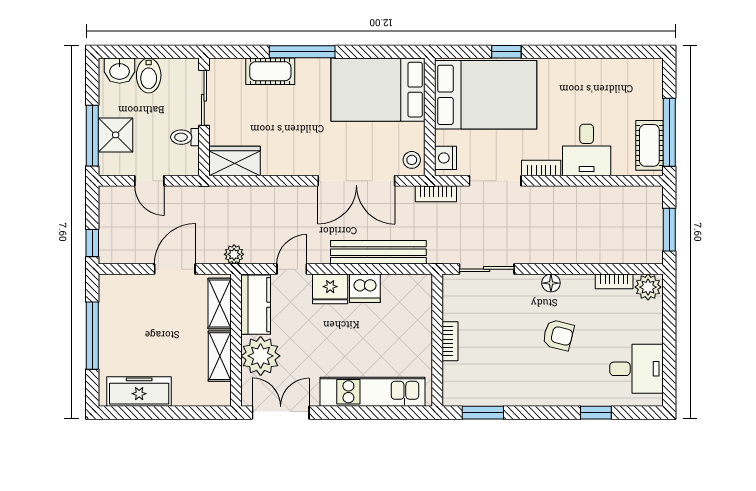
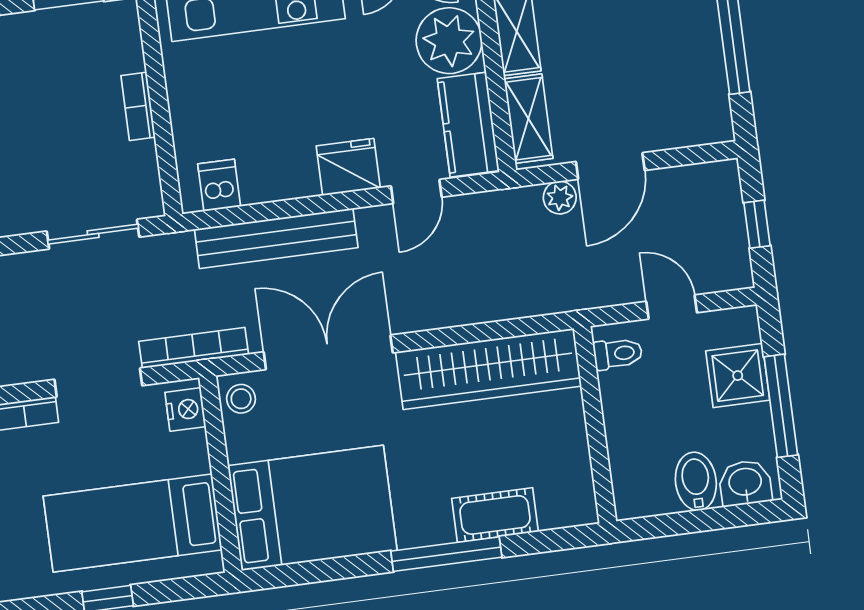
bed: (486, 95) -> (133, 523), width x0.67
sliding door: (204, 98) -> (599, 456), removed
window: (92, 136) -> (781, 406), moved
toilet: (185, 137) -> (618, 354), moved
wardrobe: (235, 161) -> (488, 369), width x2.10, depth x1.17
bookcase: (436, 194) -> (194, 348), width x1.56
window: (92, 243) -> (757, 224), moved
plant: (234, 254) -> (560, 198), moved
dishwasher: (365, 288) -> (219, 185), moved, width x0.73

